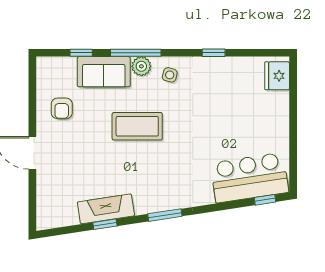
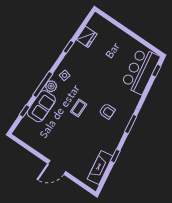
fridge: (277, 76) -> (87, 37), moved, turned -90
armchair: (62, 108) -> (107, 111), moved
coffee table: (137, 126) -> (79, 108), width x0.54, depth x0.58
fireplace: (106, 209) -> (100, 168), moved

